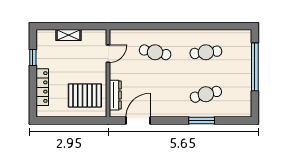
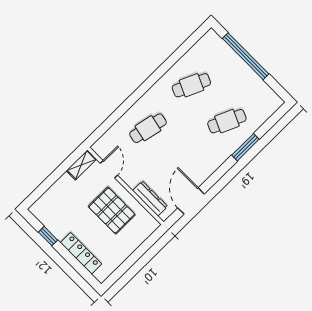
shelving: (69, 35) -> (81, 165), moved
cafe table: (206, 52) -> (191, 85), turned 30
cafe table: (206, 94) -> (227, 121), turned 39
pallet: (85, 95) -> (112, 211), moved, turned 90

